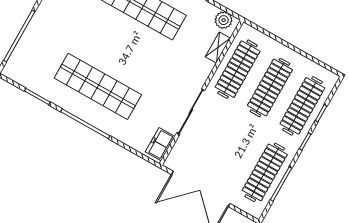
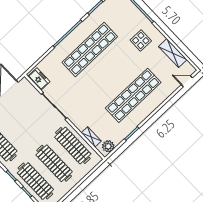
display table: (64, 20) -> (141, 40), added

